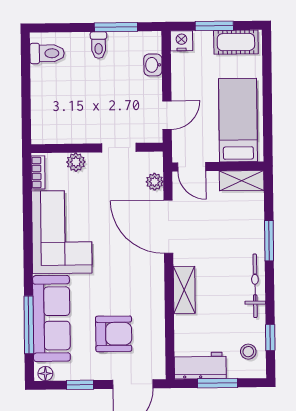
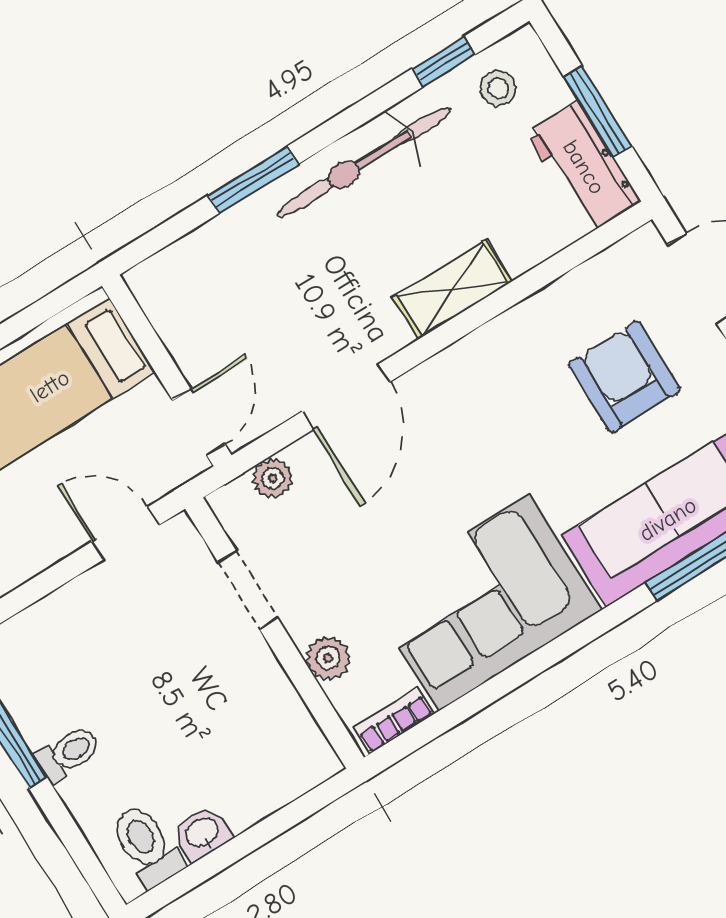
washbasin: (153, 65) -> (202, 833), moved, turned 180
shelving: (242, 181) -> (166, 306), removed
door: (168, 227) -> (346, 397), width x0.73
bicycle: (255, 286) -> (364, 162), width x1.37, depth x1.40

